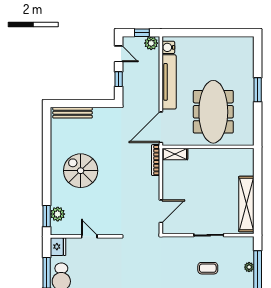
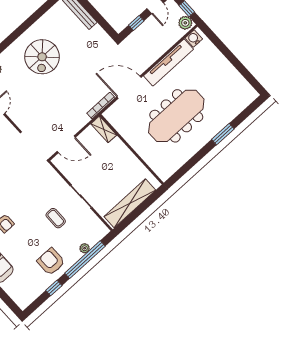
wall: (208, 147) -> (132, 149), moved
shelving: (175, 154) -> (104, 129), moved
spiral stairs: (81, 171) -> (42, 57), turned 180

